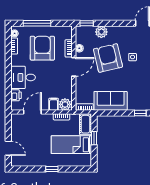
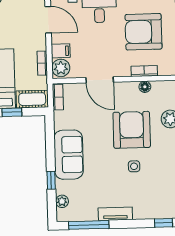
armchair: (42, 48) -> (144, 32), turned 180
armchair: (108, 58) -> (132, 130), turned -77
door: (74, 67) -> (100, 80), moved
sofa: (111, 101) -> (69, 155), moved

